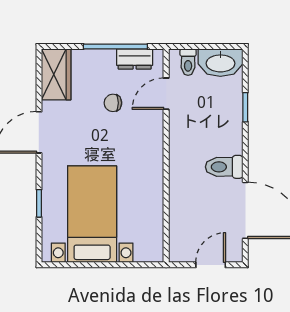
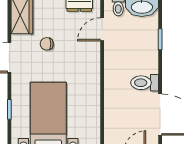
chair: (113, 103) -> (47, 44), moved

